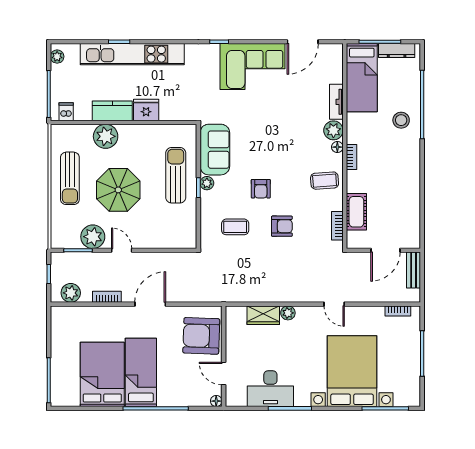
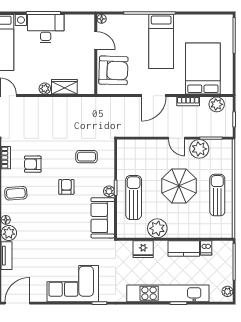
door: (303, 42) -> (17, 303), moved
fridge: (146, 110) -> (143, 249), moved
dishwasher: (66, 112) -> (206, 248), moved
plant: (106, 136) -> (157, 228), moved
sun lounger: (176, 175) -> (134, 197), turned 180
armchair: (282, 226) -> (33, 164), moved
bed: (102, 374) -> (203, 69), moved, turned 180
desk: (270, 389) -> (46, 29), moved

